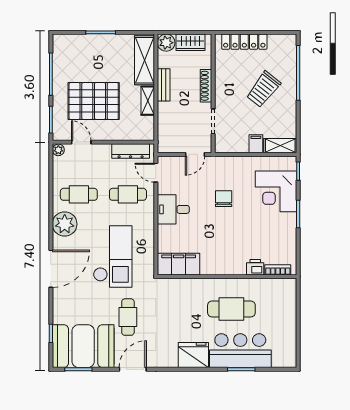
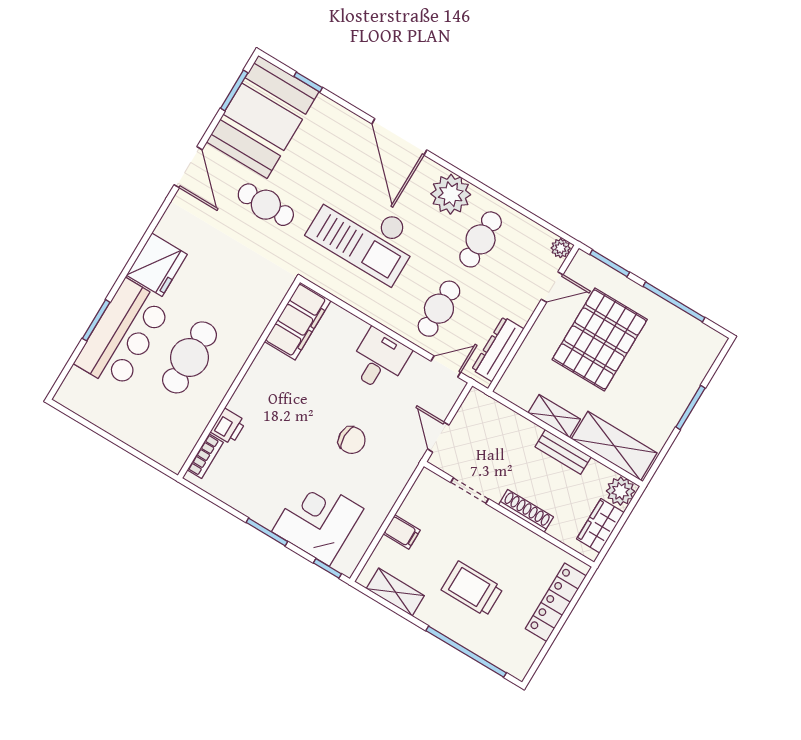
trolley: (263, 89) -> (472, 589), turned -38
shelving: (280, 146) -> (395, 592), moved, turned 90

